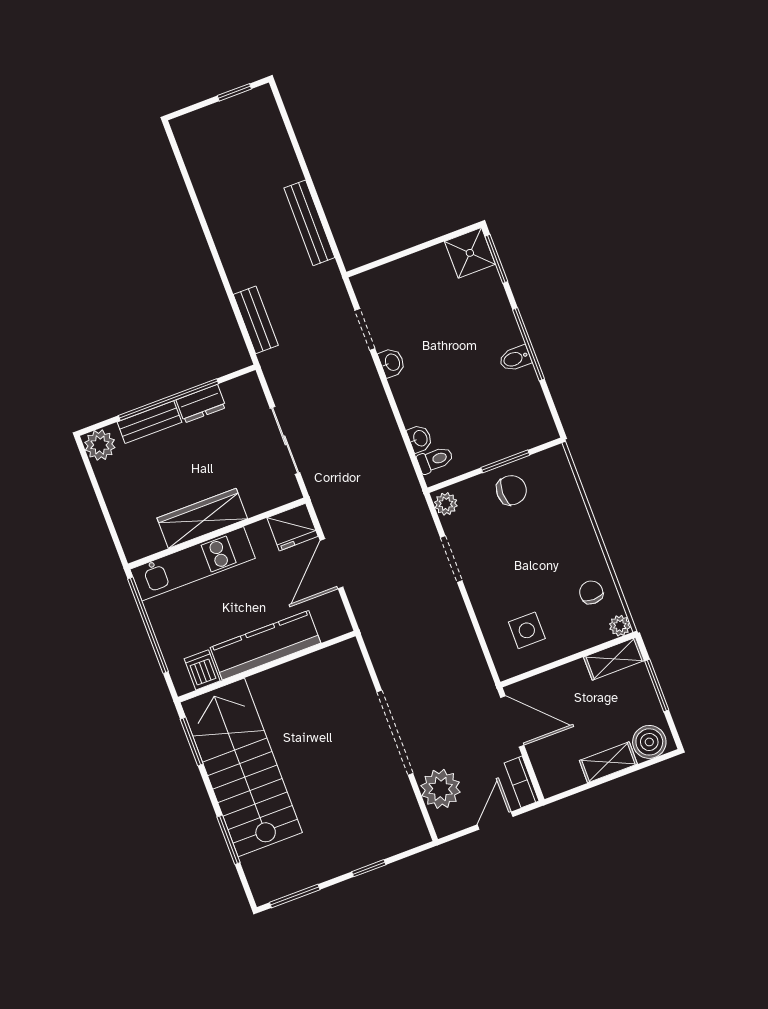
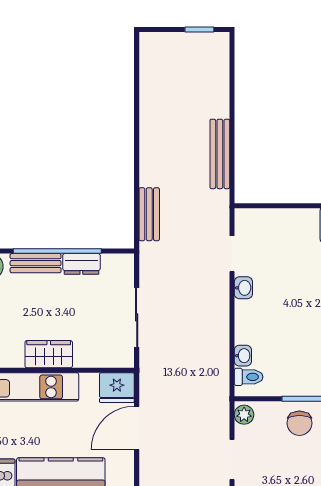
chair: (511, 490) -> (299, 423), turned 90
wardrobe: (202, 518) -> (49, 354), width x0.67

